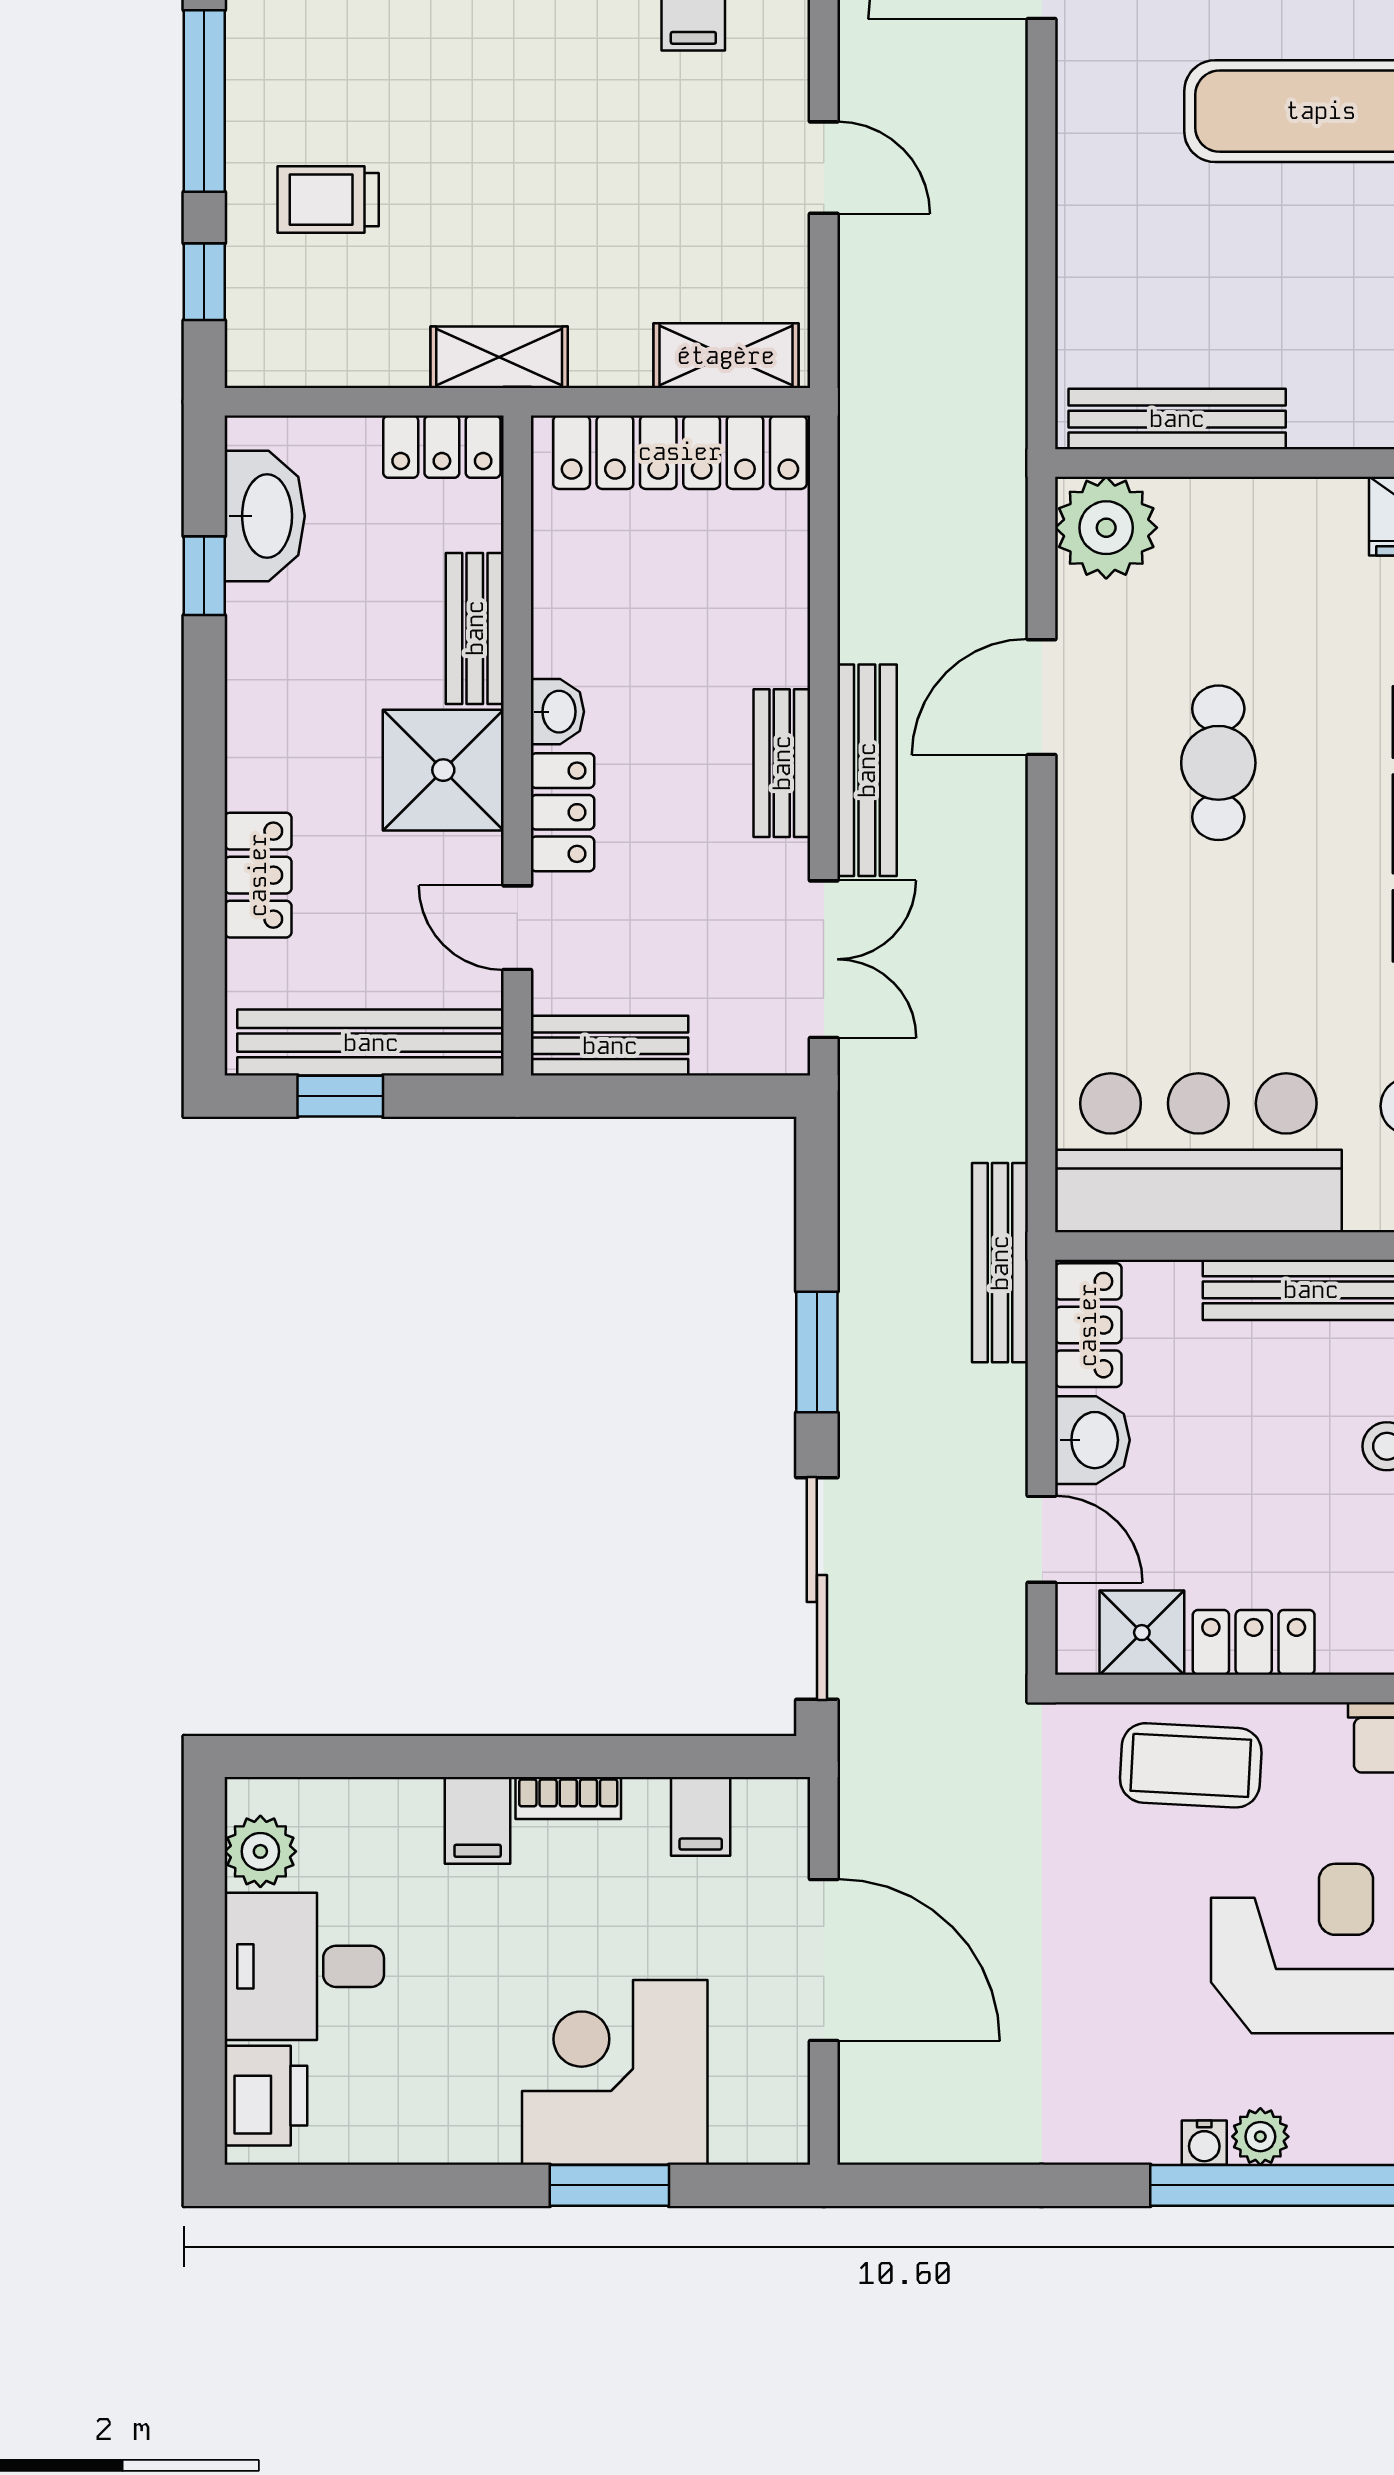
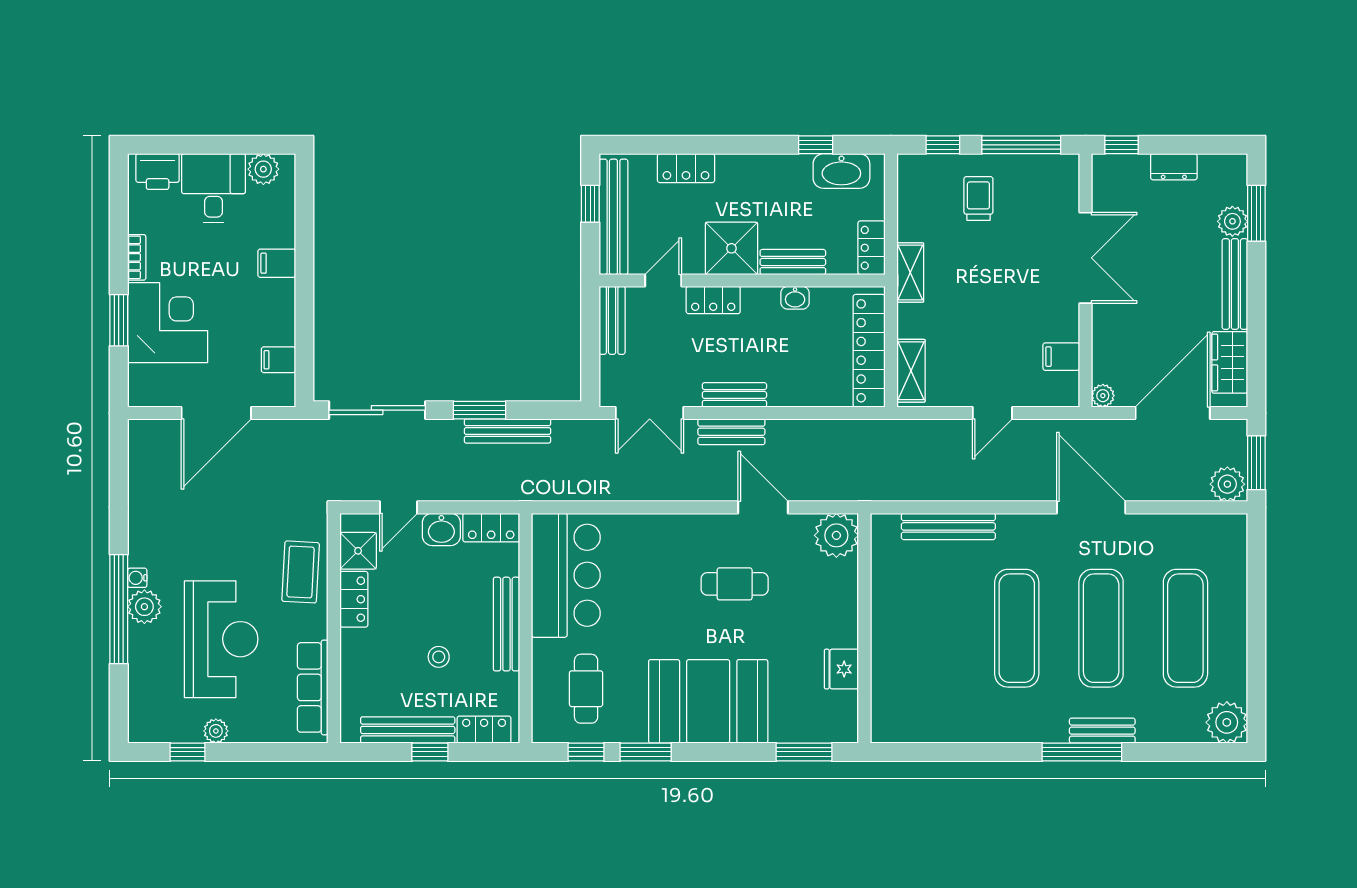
bench: (1177, 419) -> (948, 526), moved, turned 90
washbasin: (557, 712) -> (795, 298), moved
bench: (867, 770) -> (731, 432), width x0.73
bench: (1000, 1263) -> (507, 431), moved
bookcase: (568, 1798) -> (137, 257), moved, turned 180
plant: (1260, 2137) -> (144, 607), width x1.38, depth x1.38

